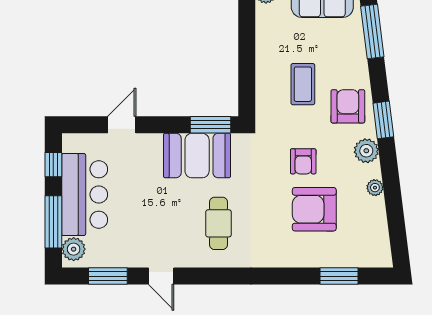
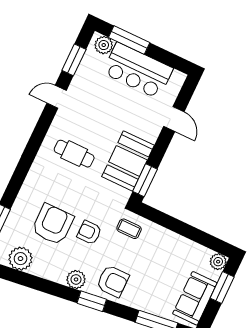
coffee table: (303, 84) -> (129, 229), moved, width x0.73, depth x0.77
window: (53, 165) -> (169, 59), removed
plant: (375, 188) -> (20, 259), moved, width x1.88, depth x1.88

